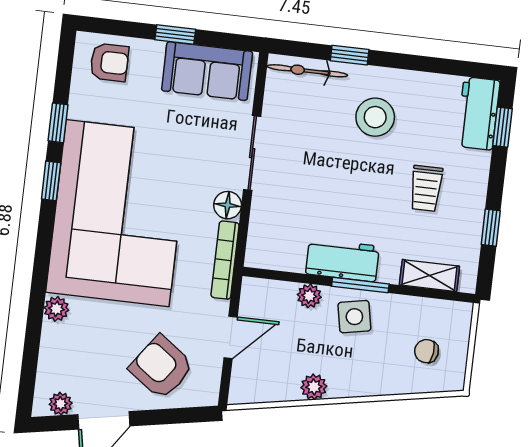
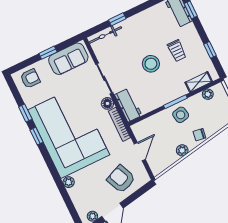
stool: (375, 117) -> (151, 64), moved
workbench: (342, 260) -> (128, 105), moved, turned 90
plant: (309, 296) -> (208, 94), moved
chair: (426, 351) -> (199, 135), moved
armchair: (161, 367) -> (121, 179), turned 31

